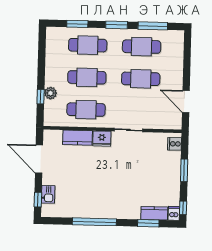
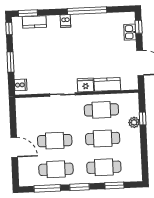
door: (186, 101) -> (14, 147), moved
dishwasher: (174, 213) -> (65, 21), moved
window: (148, 223) -> (28, 13), moved

